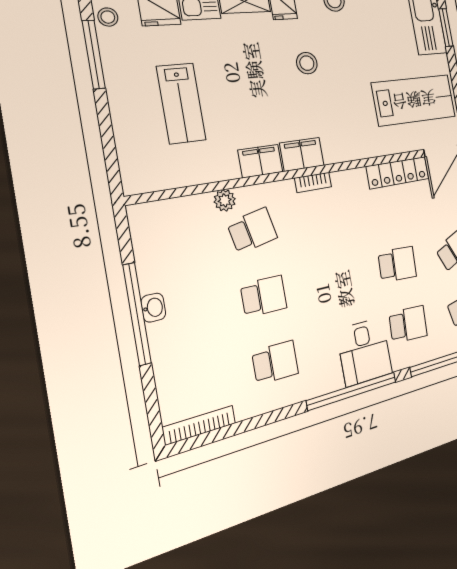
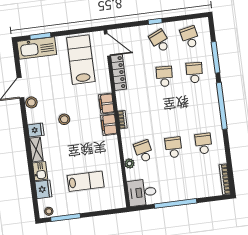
filing cabinet: (260, 161) -> (106, 104), moved
washbasin: (153, 308) -> (174, 197), removed
desk: (365, 352) -> (142, 192), moved, turned 180

